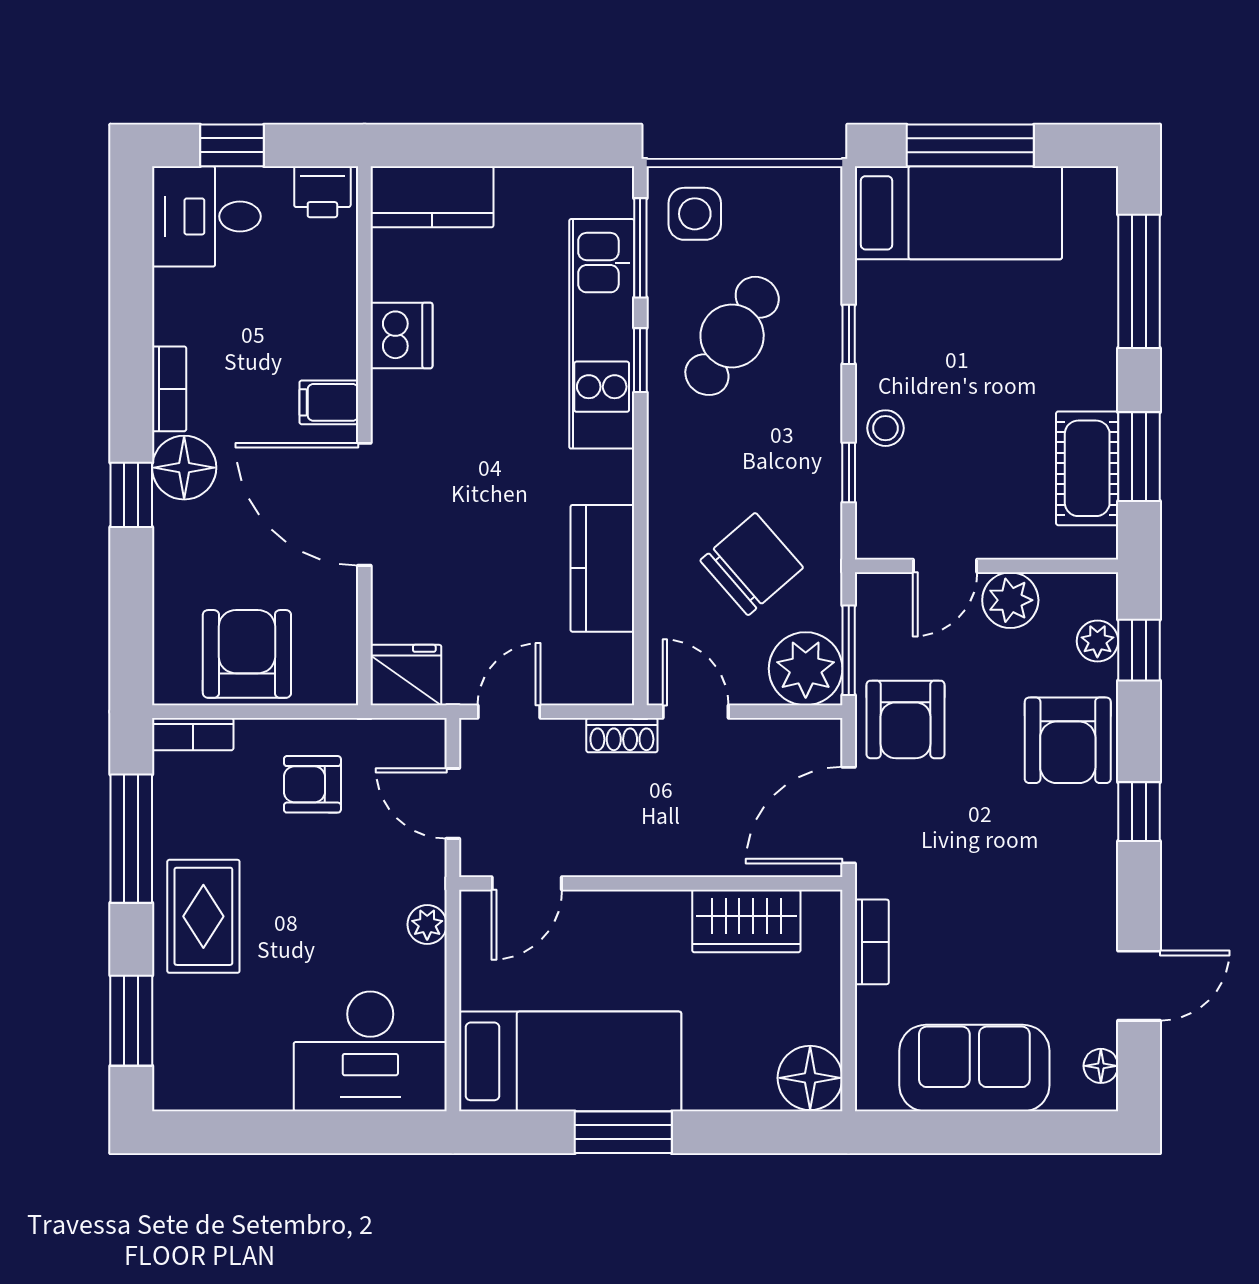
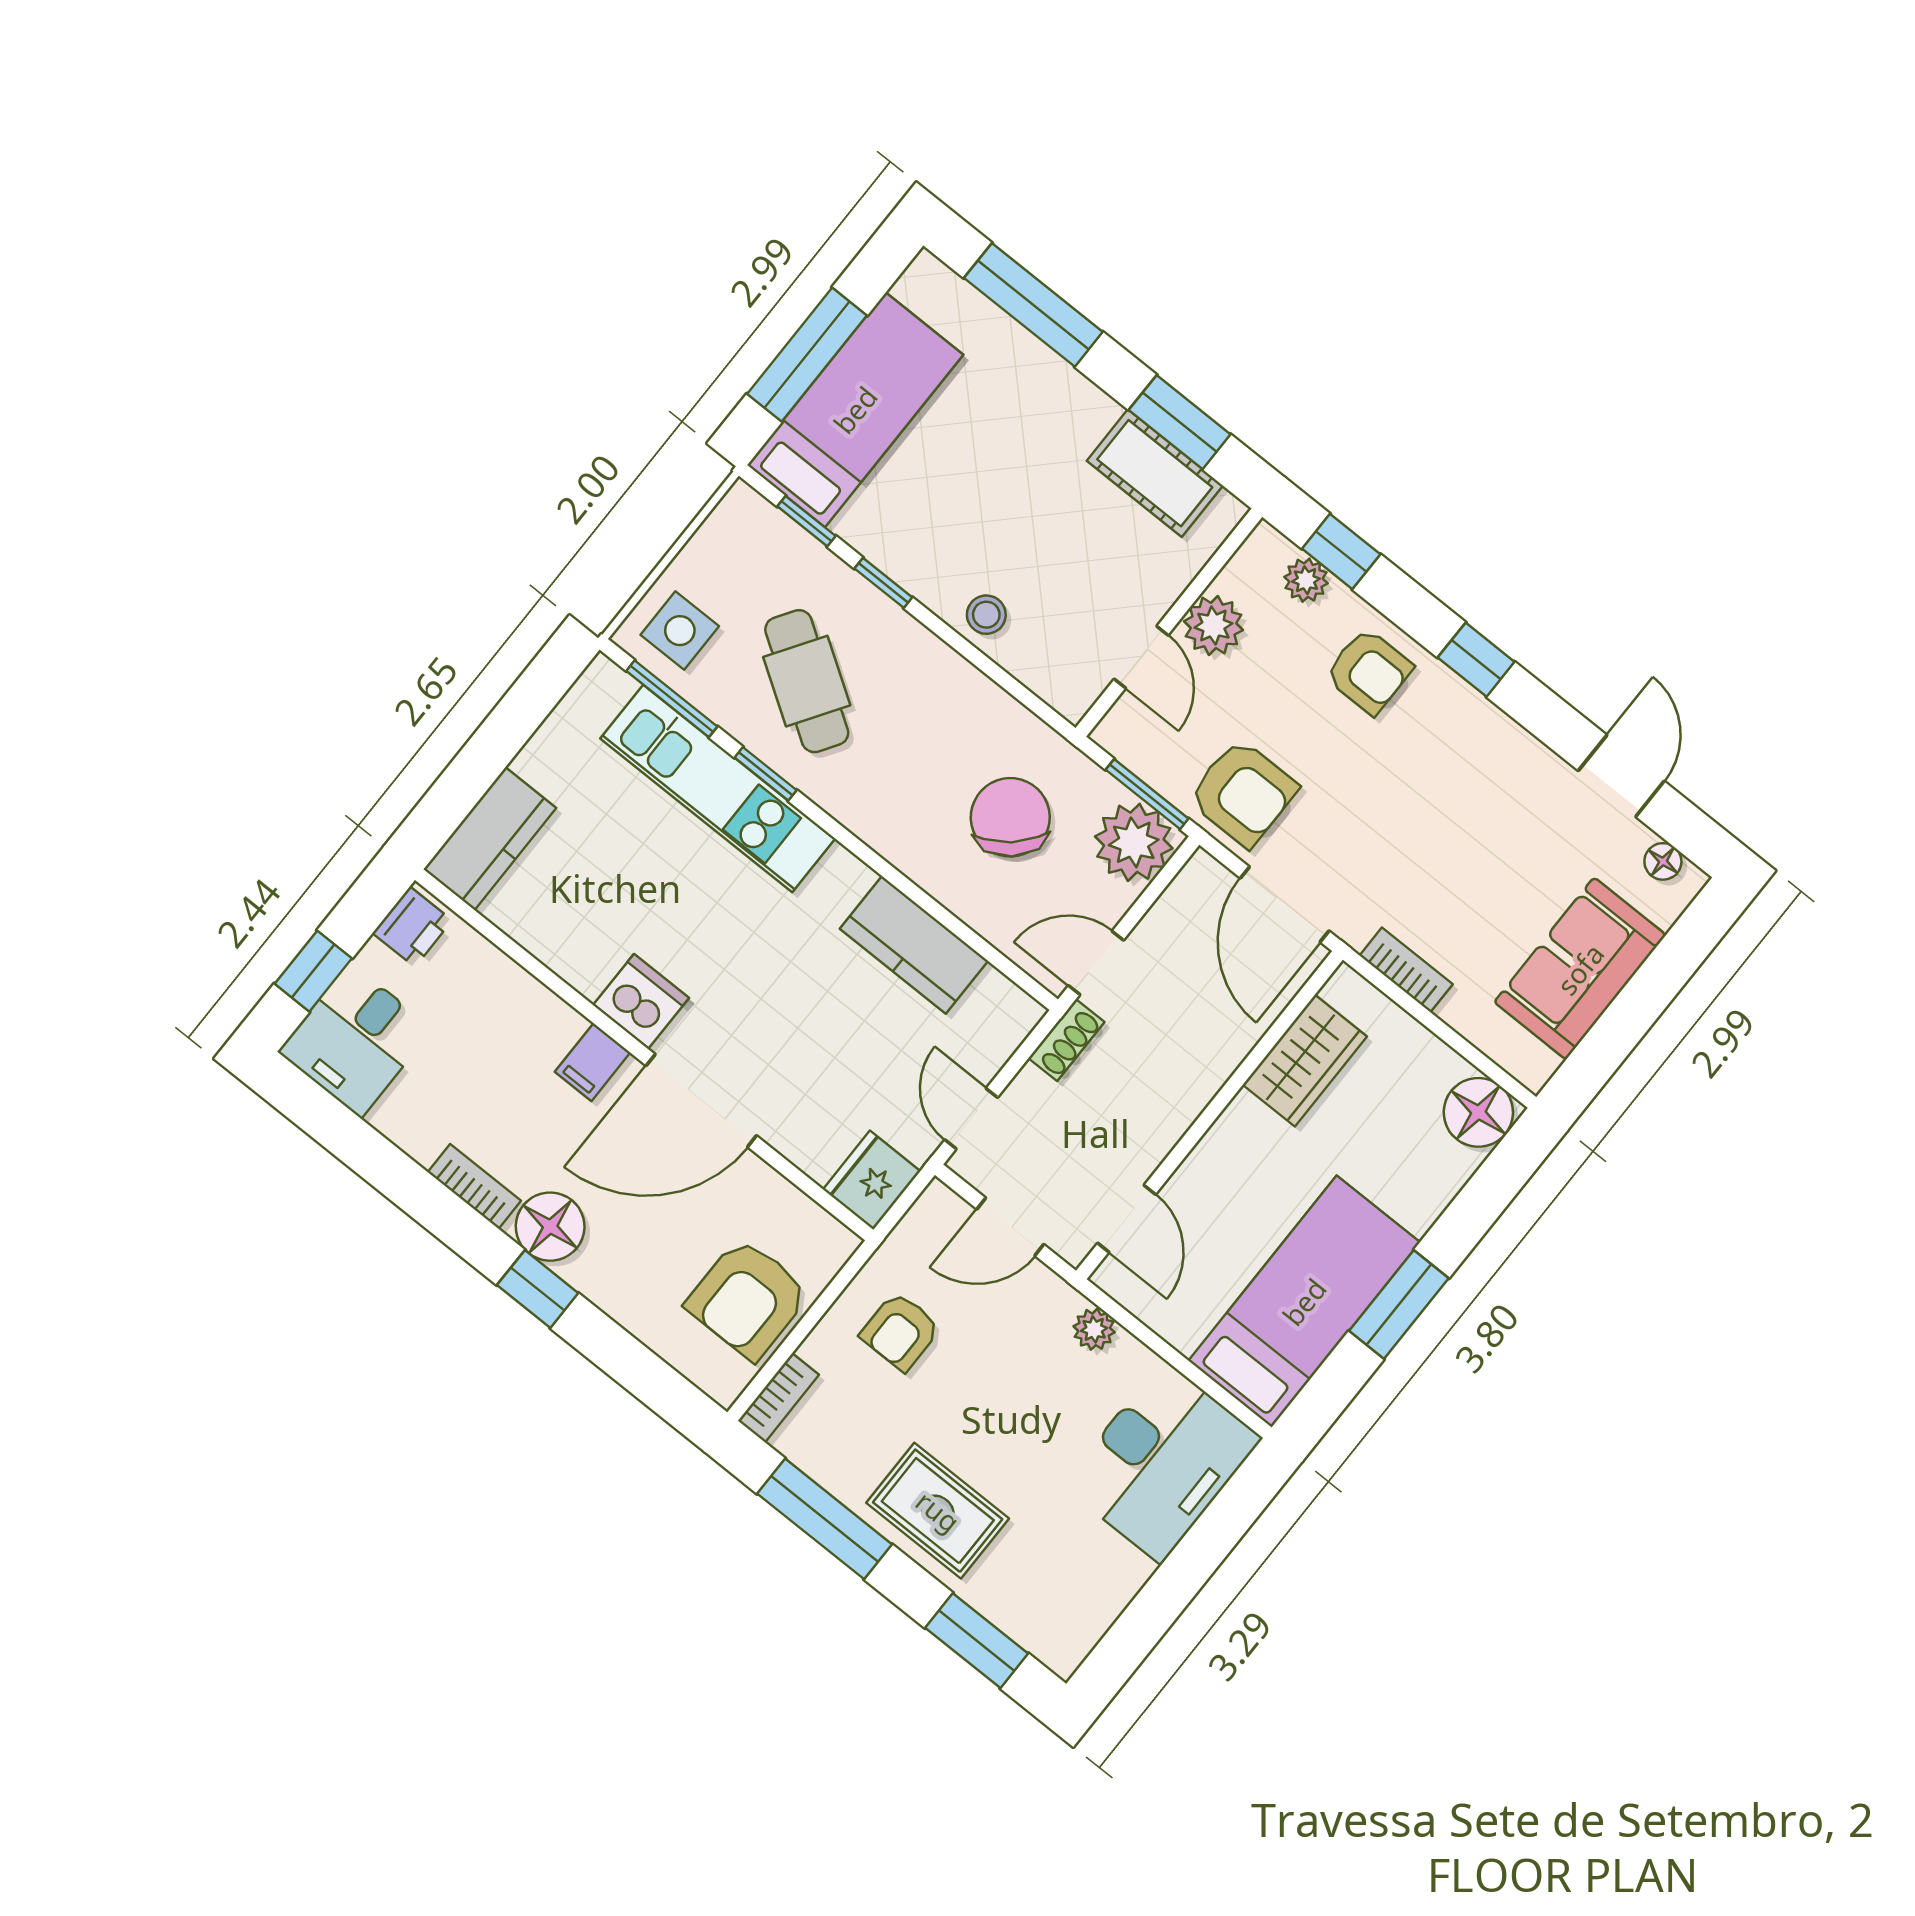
dishwasher: (401, 335) -> (641, 1001), moved
window: (849, 473) -> (806, 521), moved
armchair: (247, 654) -> (748, 1299), turned -90
armchair: (1068, 740) -> (1369, 671), width x0.72, depth x0.72

